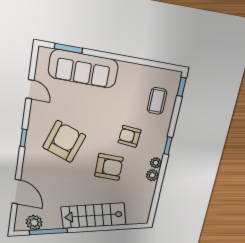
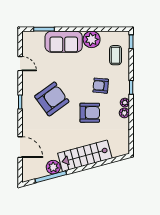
sofa: (83, 69) -> (64, 42), width x0.73
plant: (130, 74) -> (92, 39), added
armchair: (64, 142) -> (52, 99), turned 35
plant: (34, 223) -> (53, 167), moved

